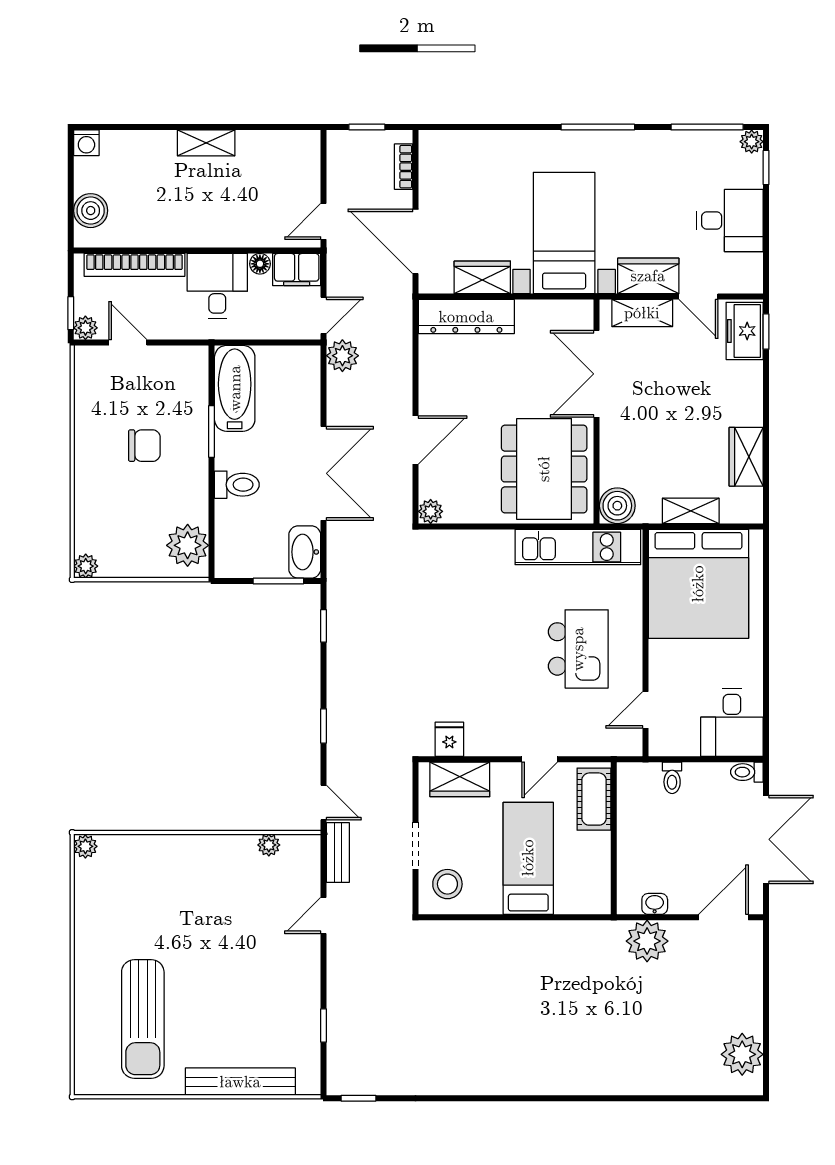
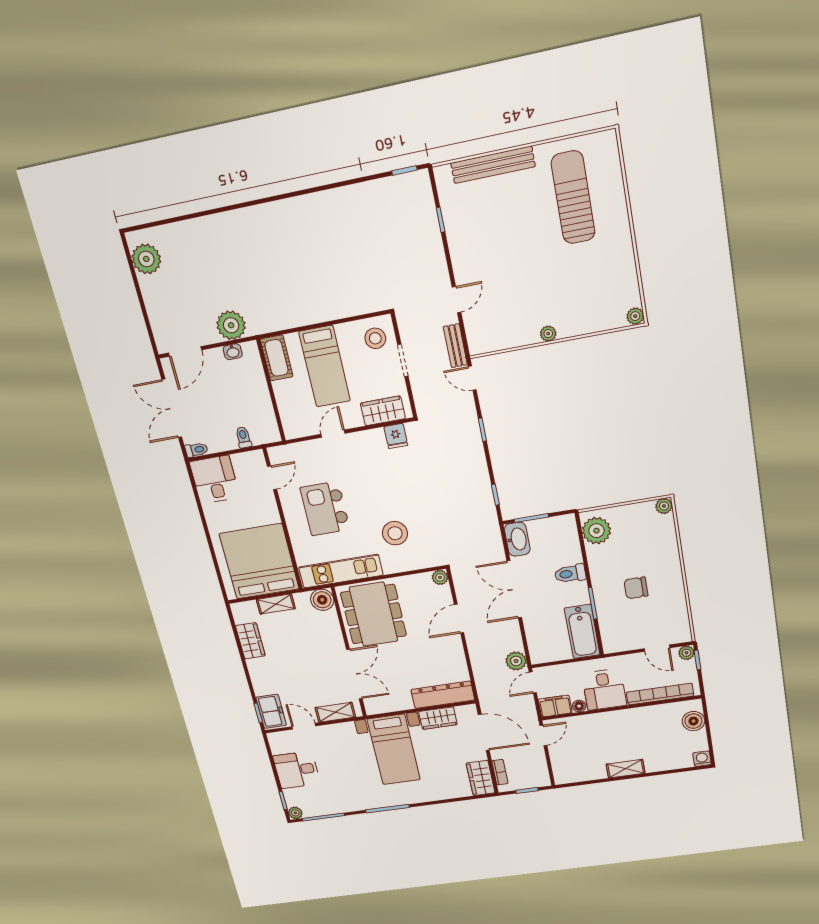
wardrobe: (648, 276) -> (481, 778), moved, turned 90
stool: (483, 593) -> (395, 533), added
cot: (594, 799) -> (277, 358), moved
plant: (269, 845) -> (548, 334), moved

